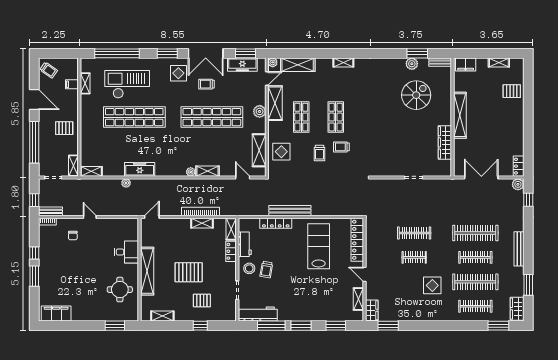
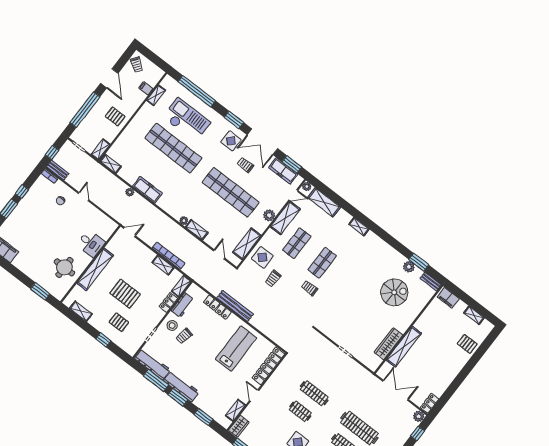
shelving: (460, 115) -> (404, 347), moved
trolley: (320, 153) -> (273, 279), moved
workbench: (297, 314) -> (181, 386), added

